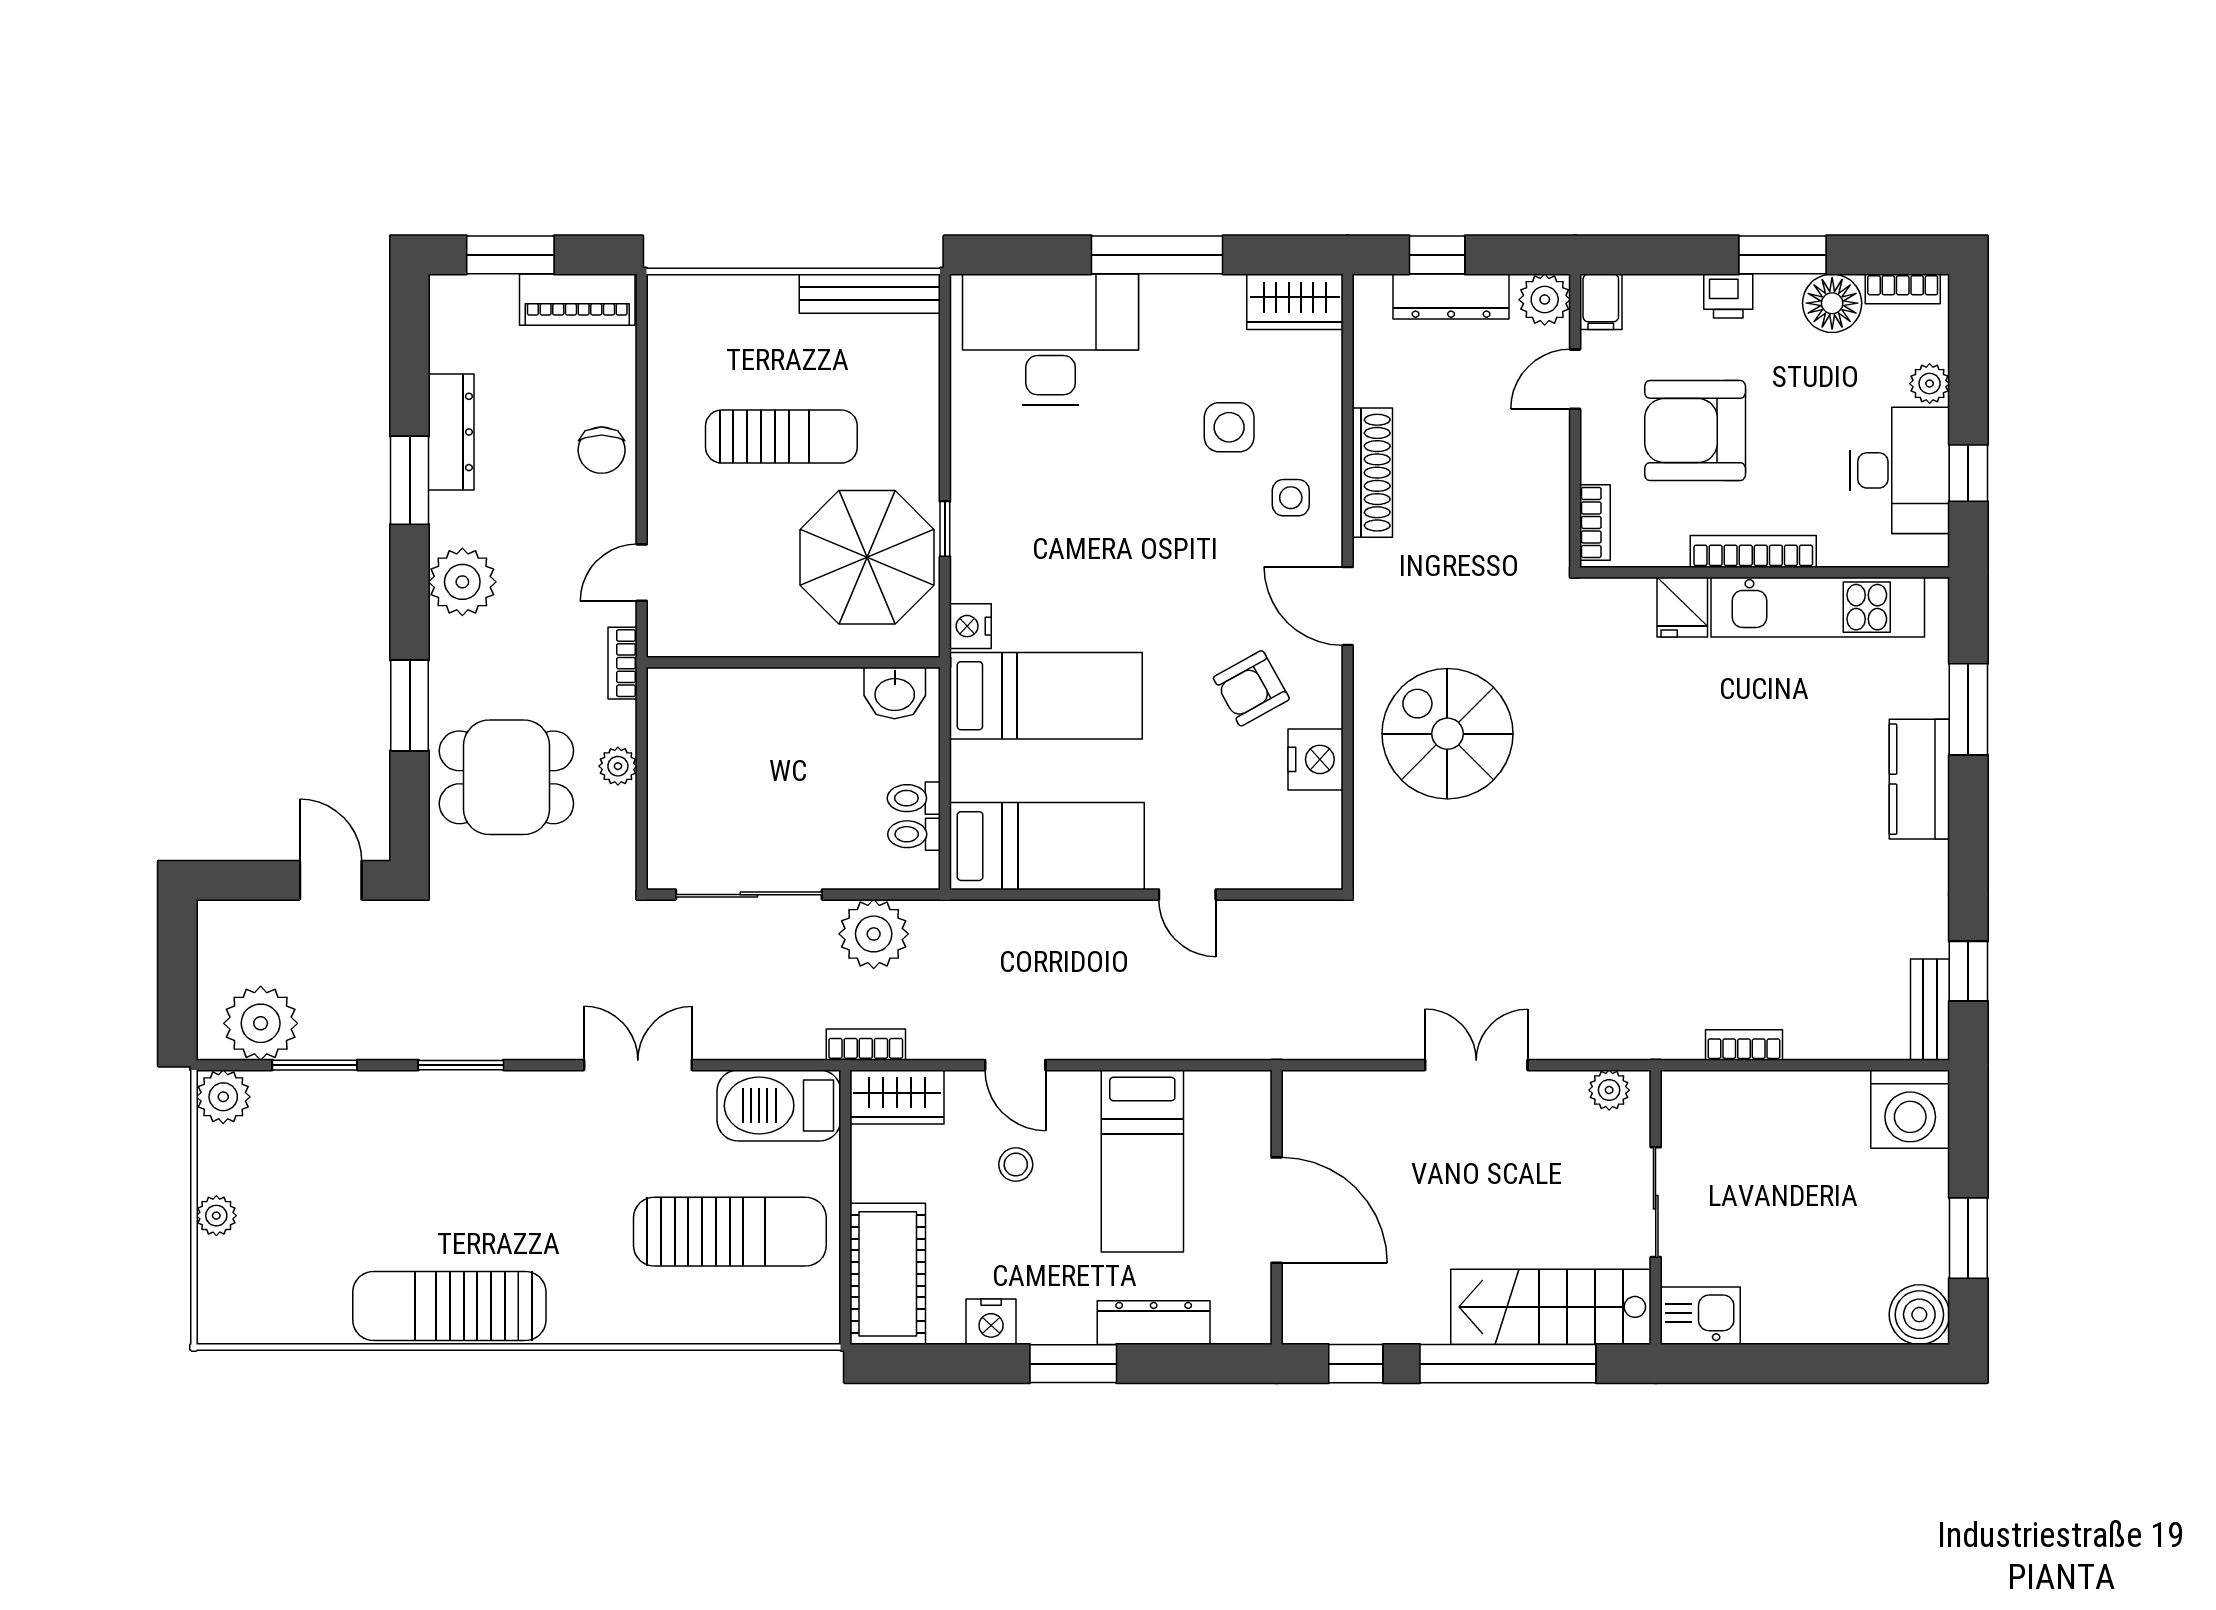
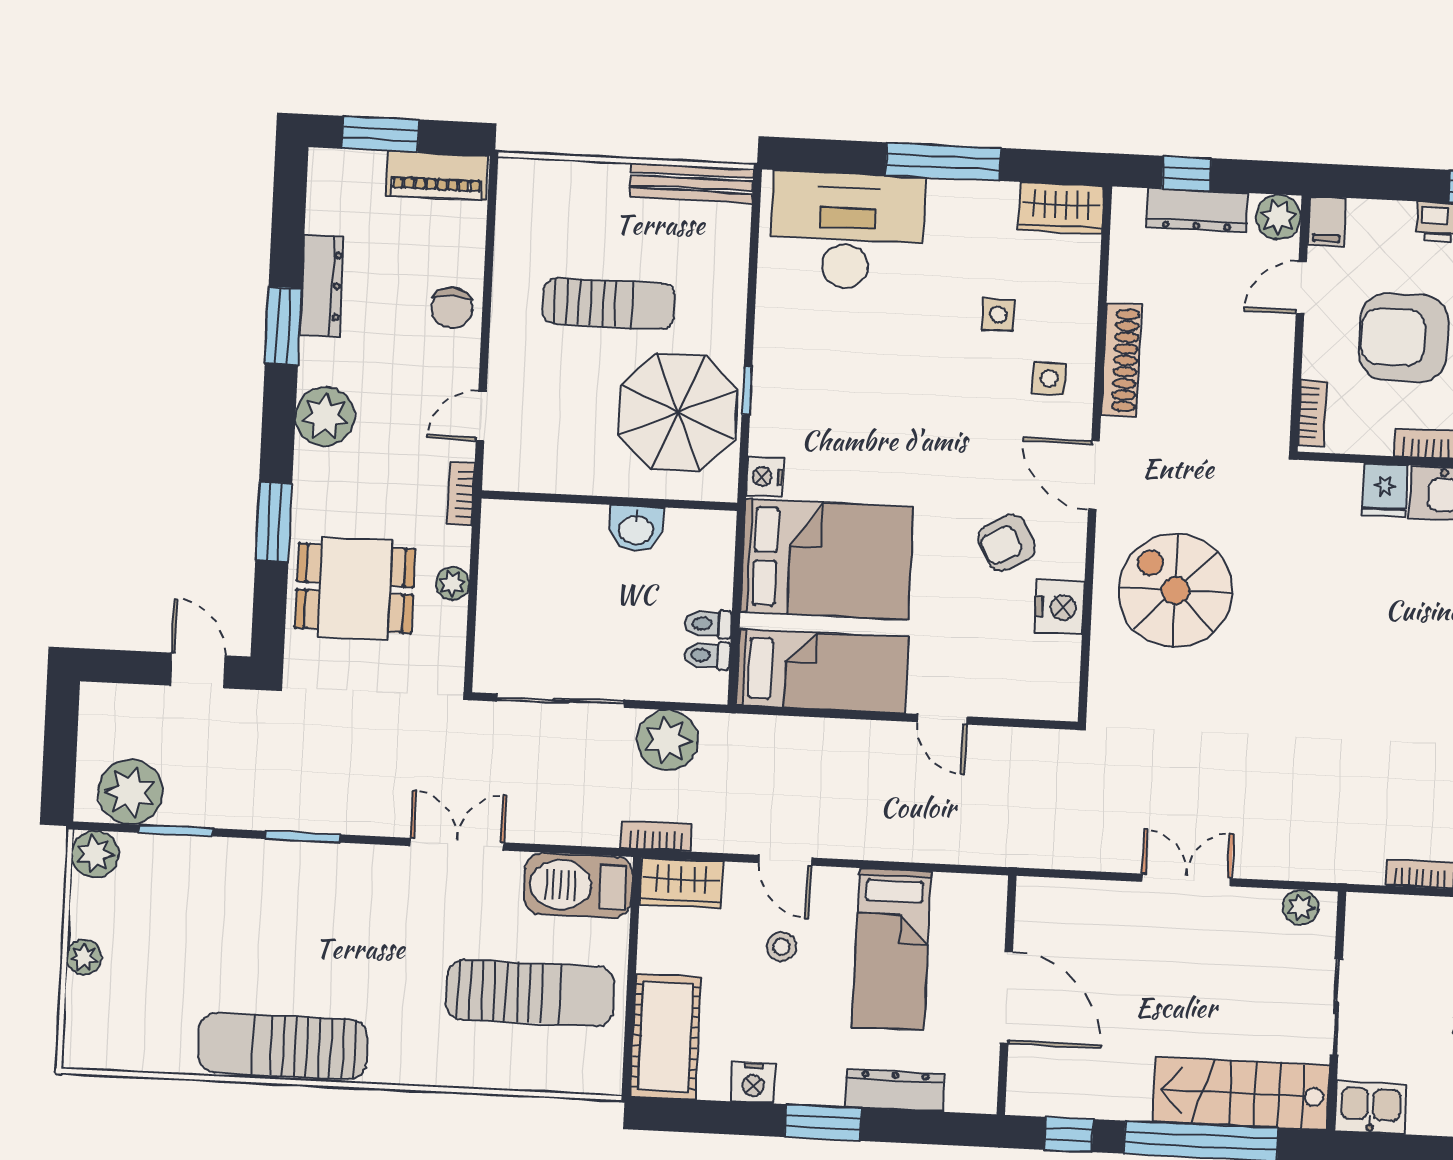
side table: (1229, 427) -> (998, 315), width x0.73, depth x0.73
washbasin: (895, 693) -> (636, 529), moved
bed: (1046, 696) -> (827, 559), width x1.50

